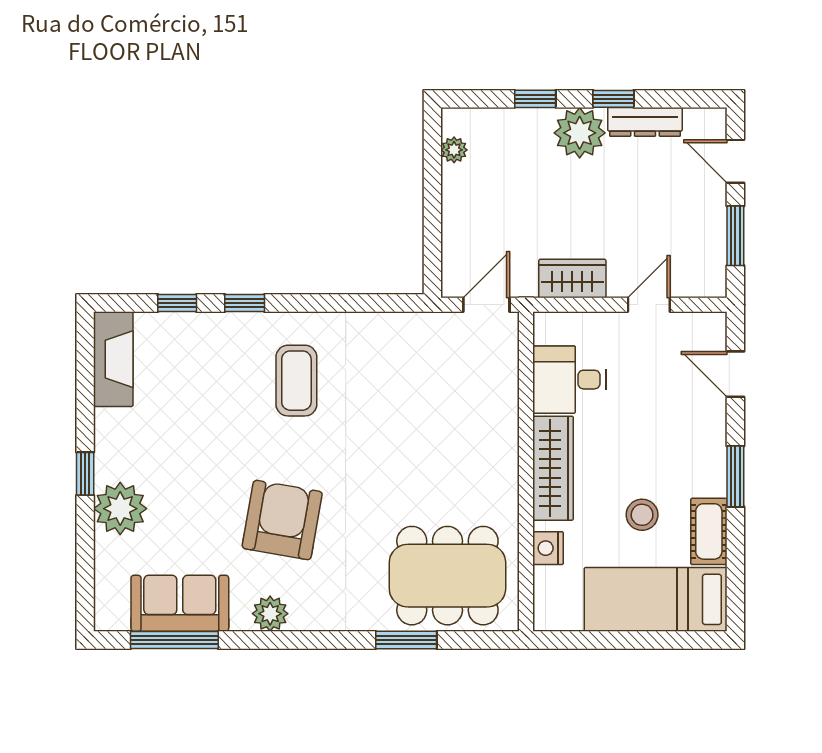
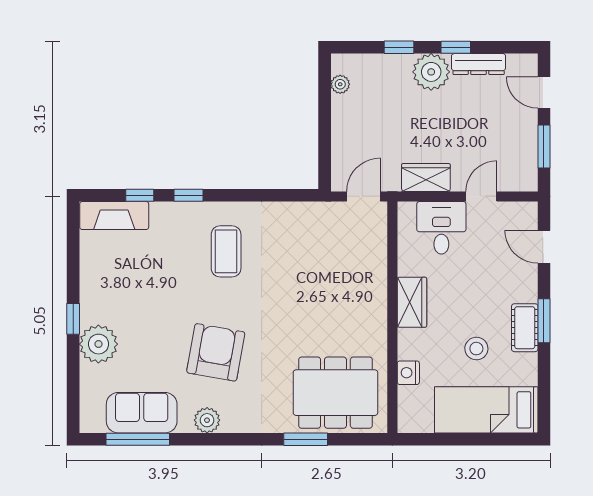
fireplace: (113, 359) -> (114, 216), moved, turned 90
desk: (569, 380) -> (441, 228), moved, turned 90
wardrobe: (553, 468) -> (412, 302), width x0.67
cot: (709, 531) -> (525, 328), moved

